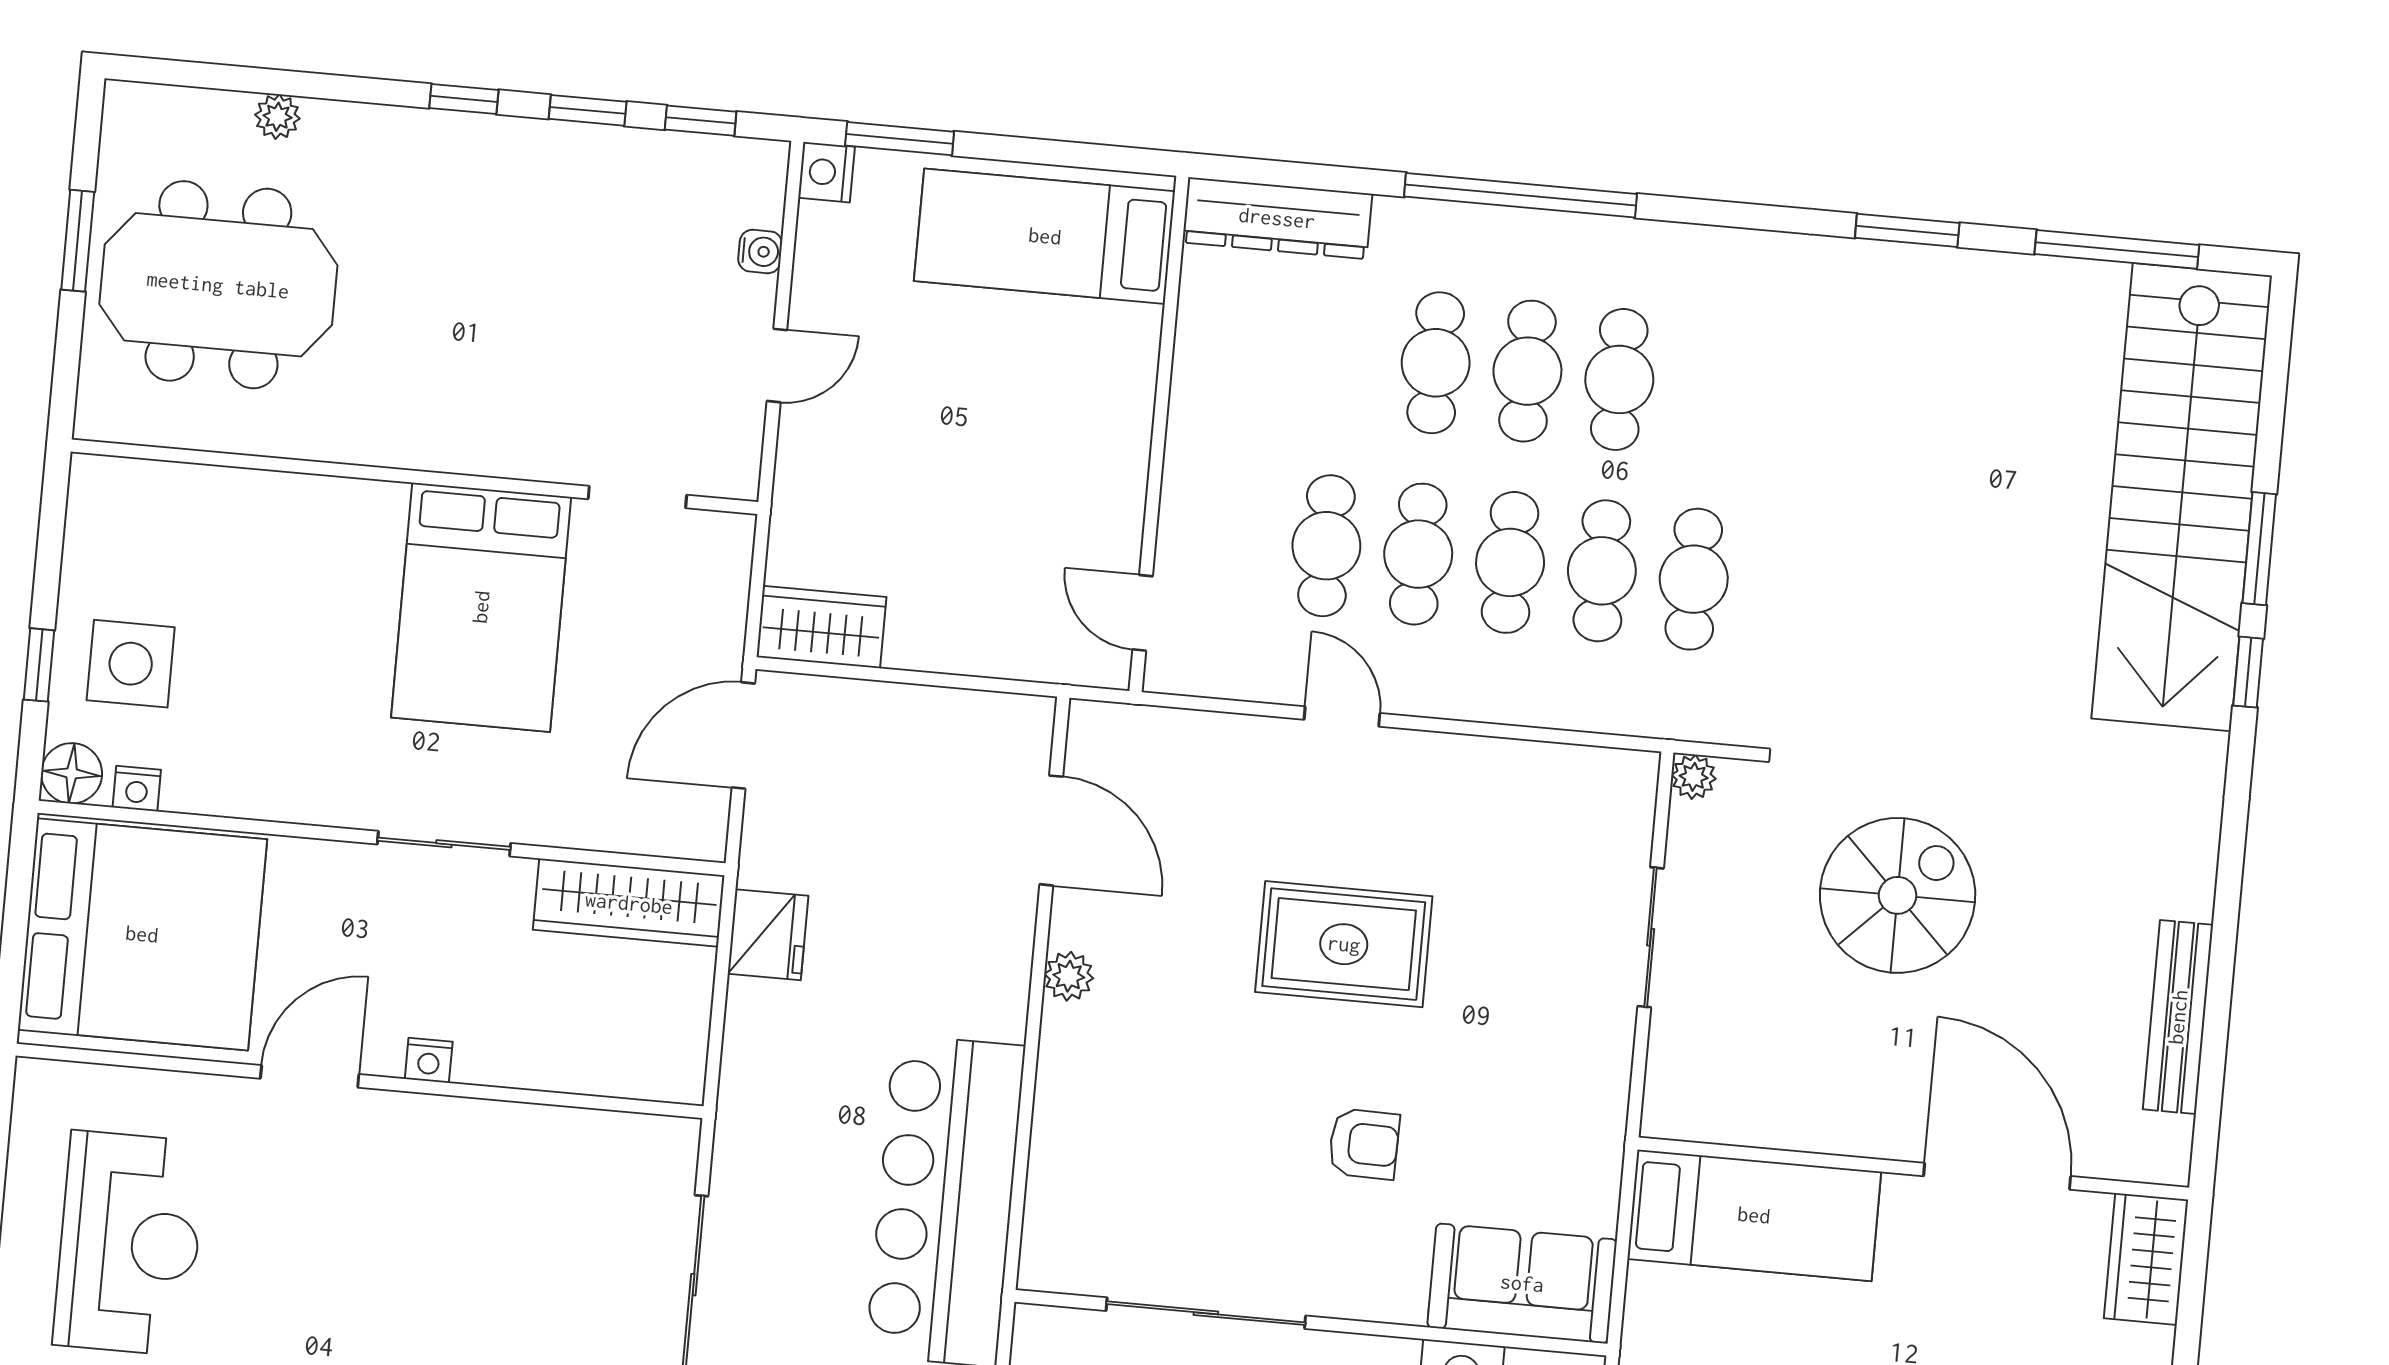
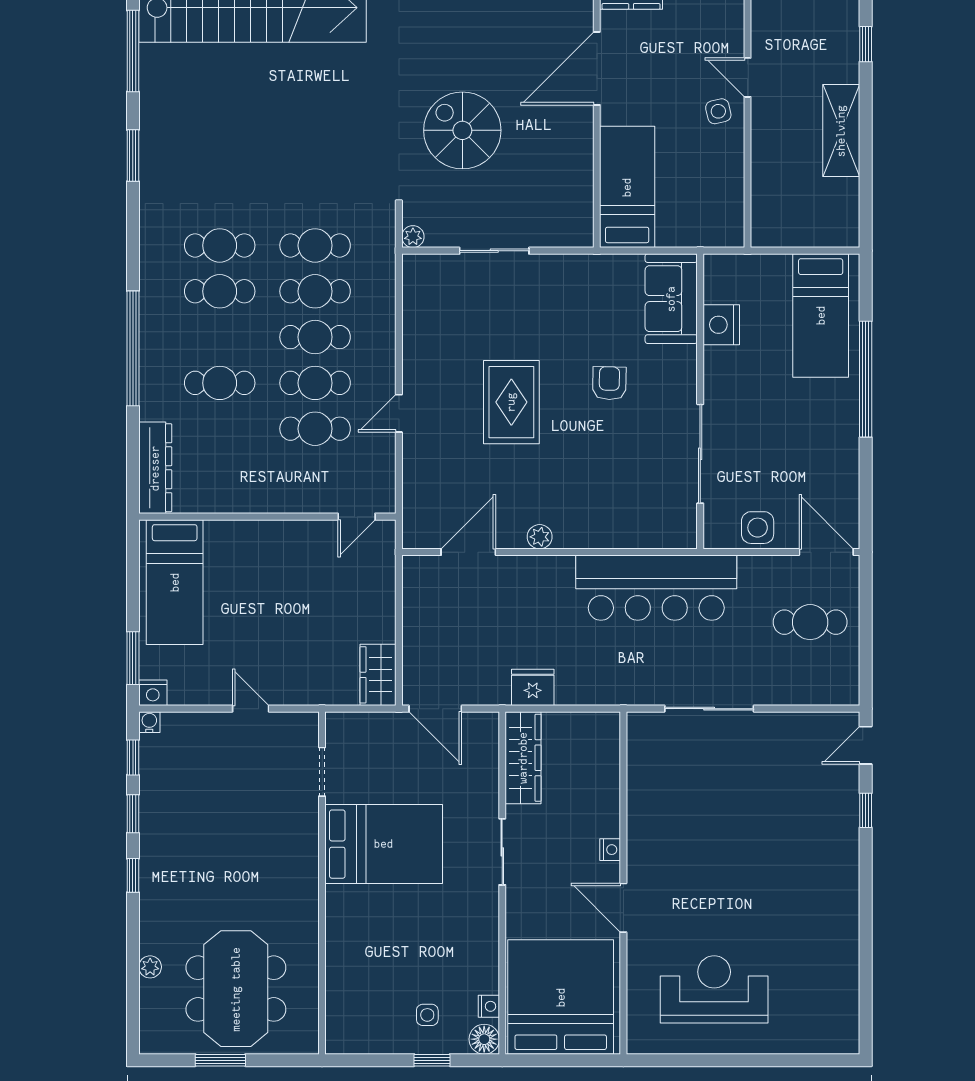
water cooler: (760, 251) -> (149, 722), moved
cafe table: (1527, 371) -> (220, 245), moved
side table: (131, 664) -> (427, 1015), width x0.54, depth x0.54

